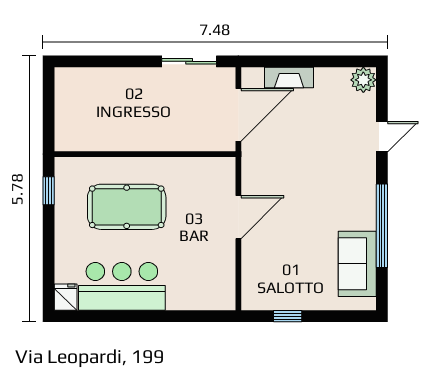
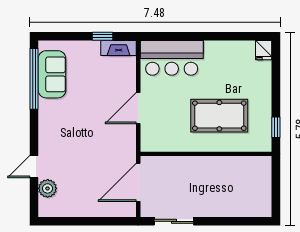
fireplace: (289, 78) -> (119, 48), moved, turned 180
plant: (363, 80) -> (48, 188), moved
window: (382, 226) -> (34, 79), moved
bar counter: (122, 286) -> (172, 58), moved

